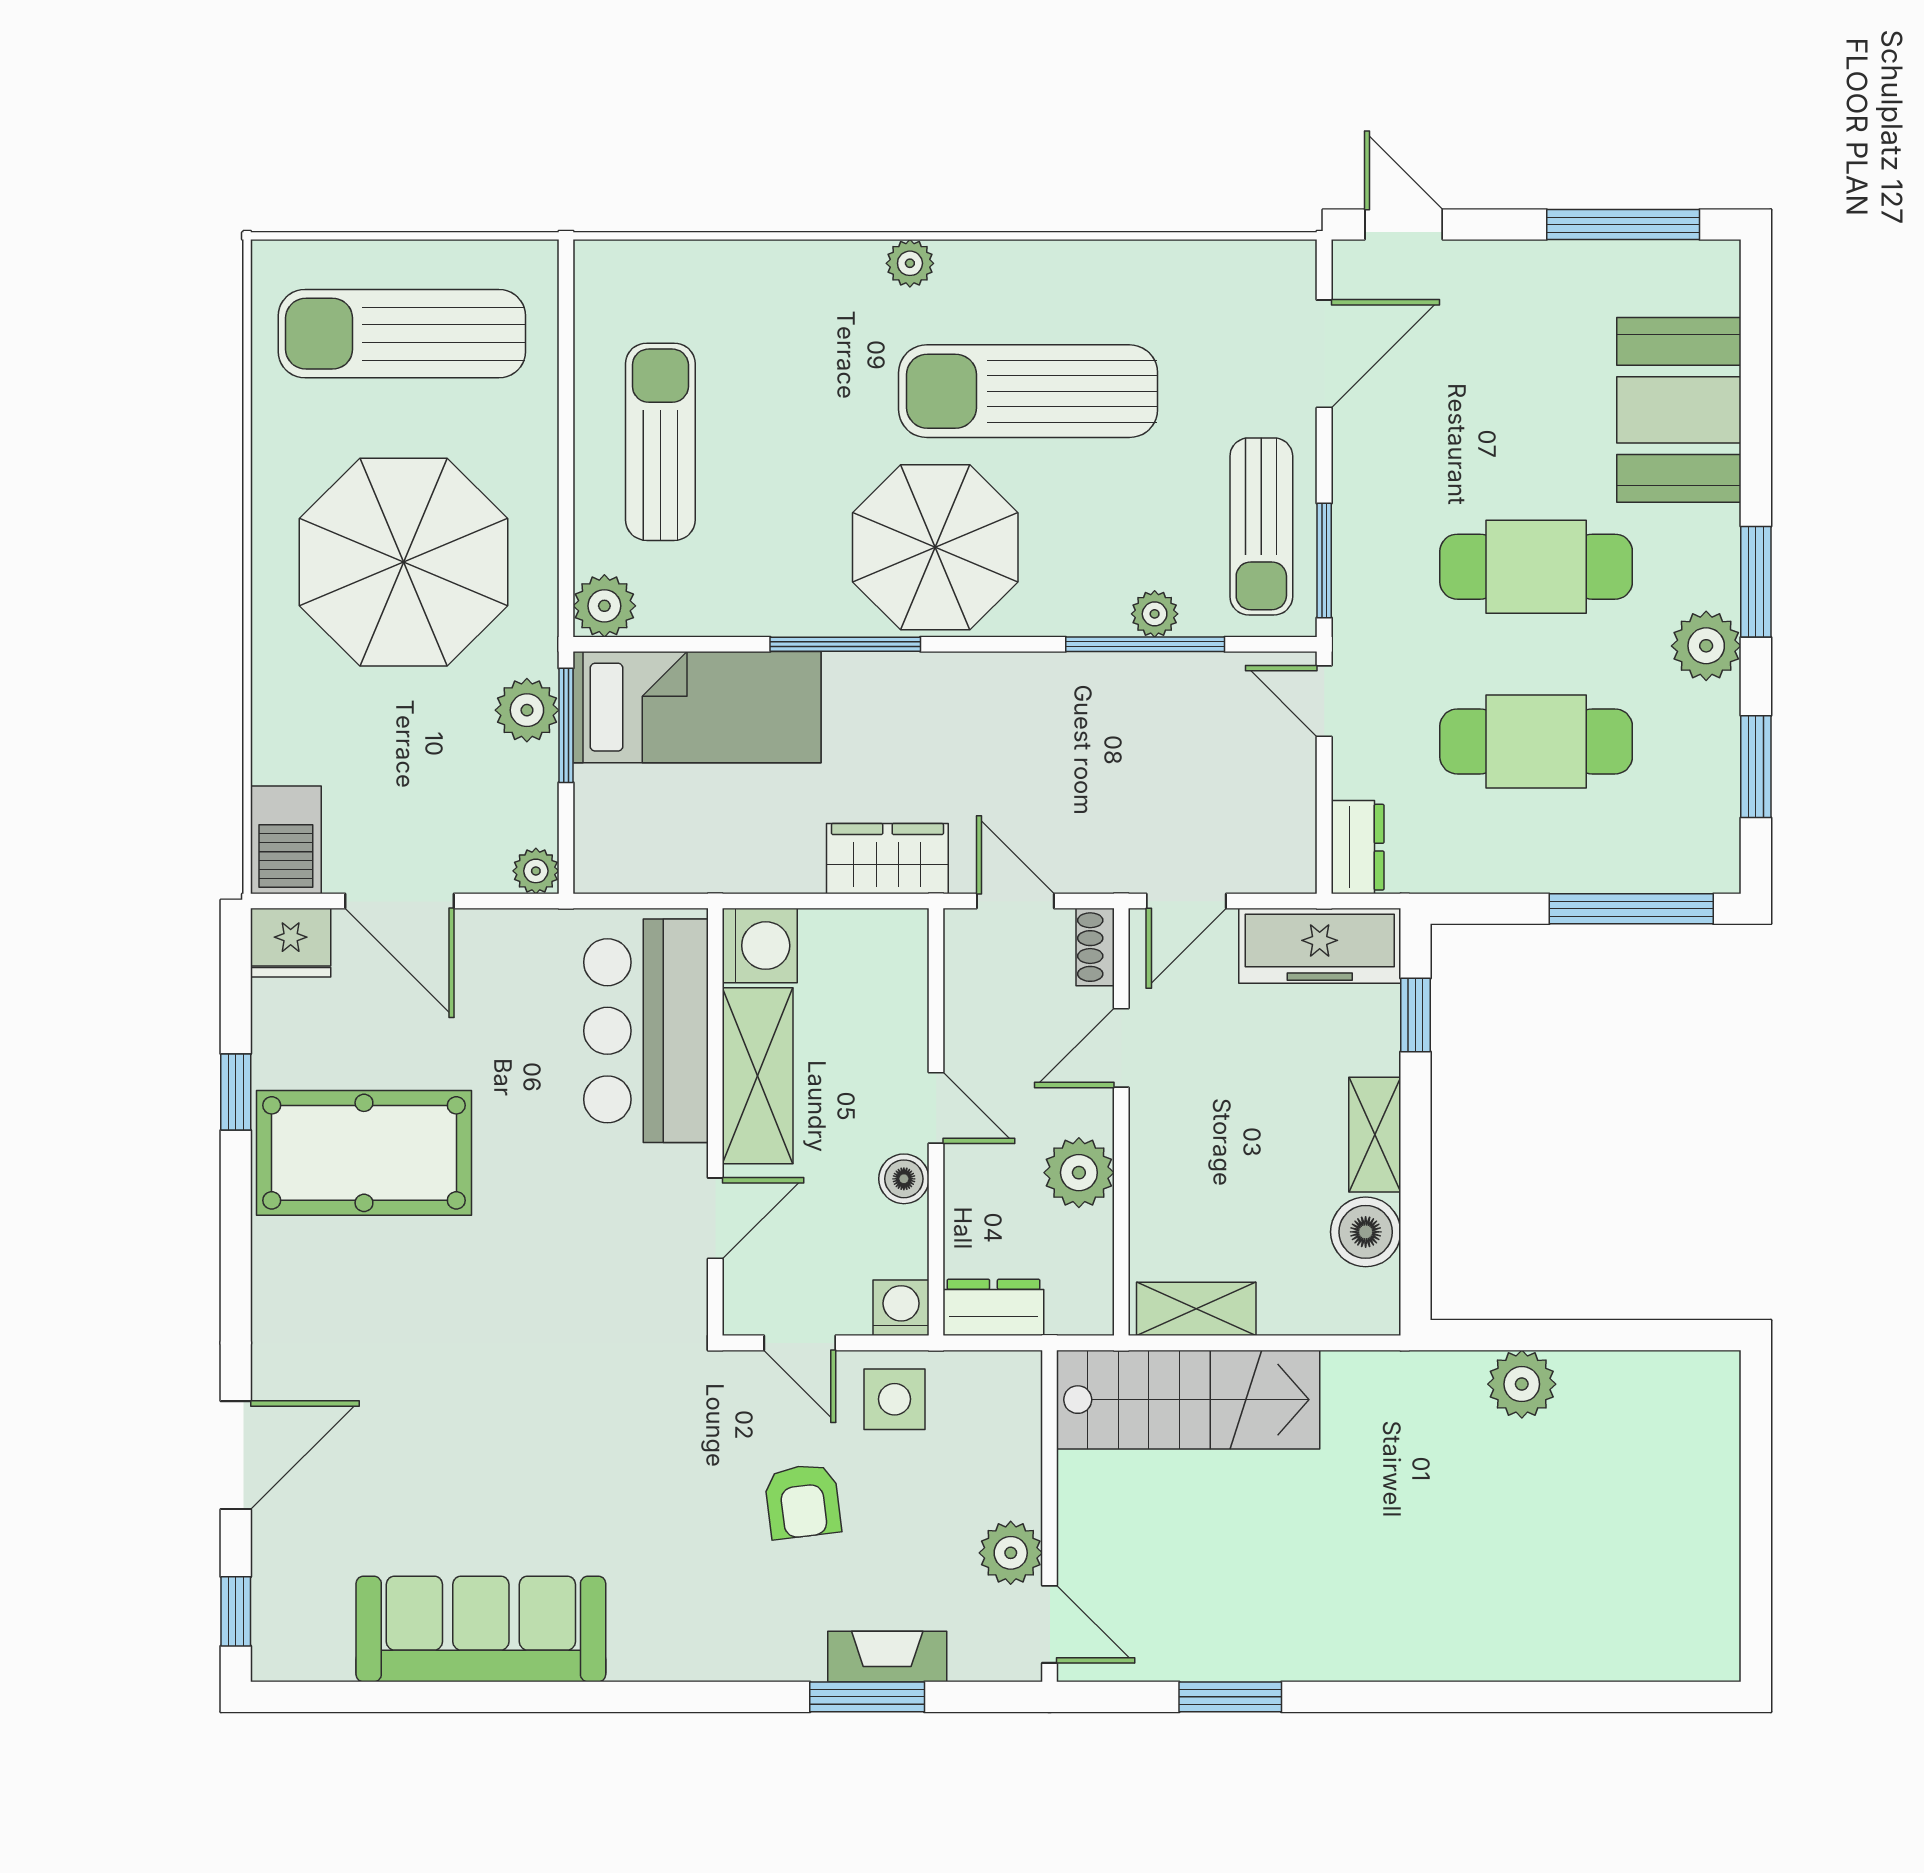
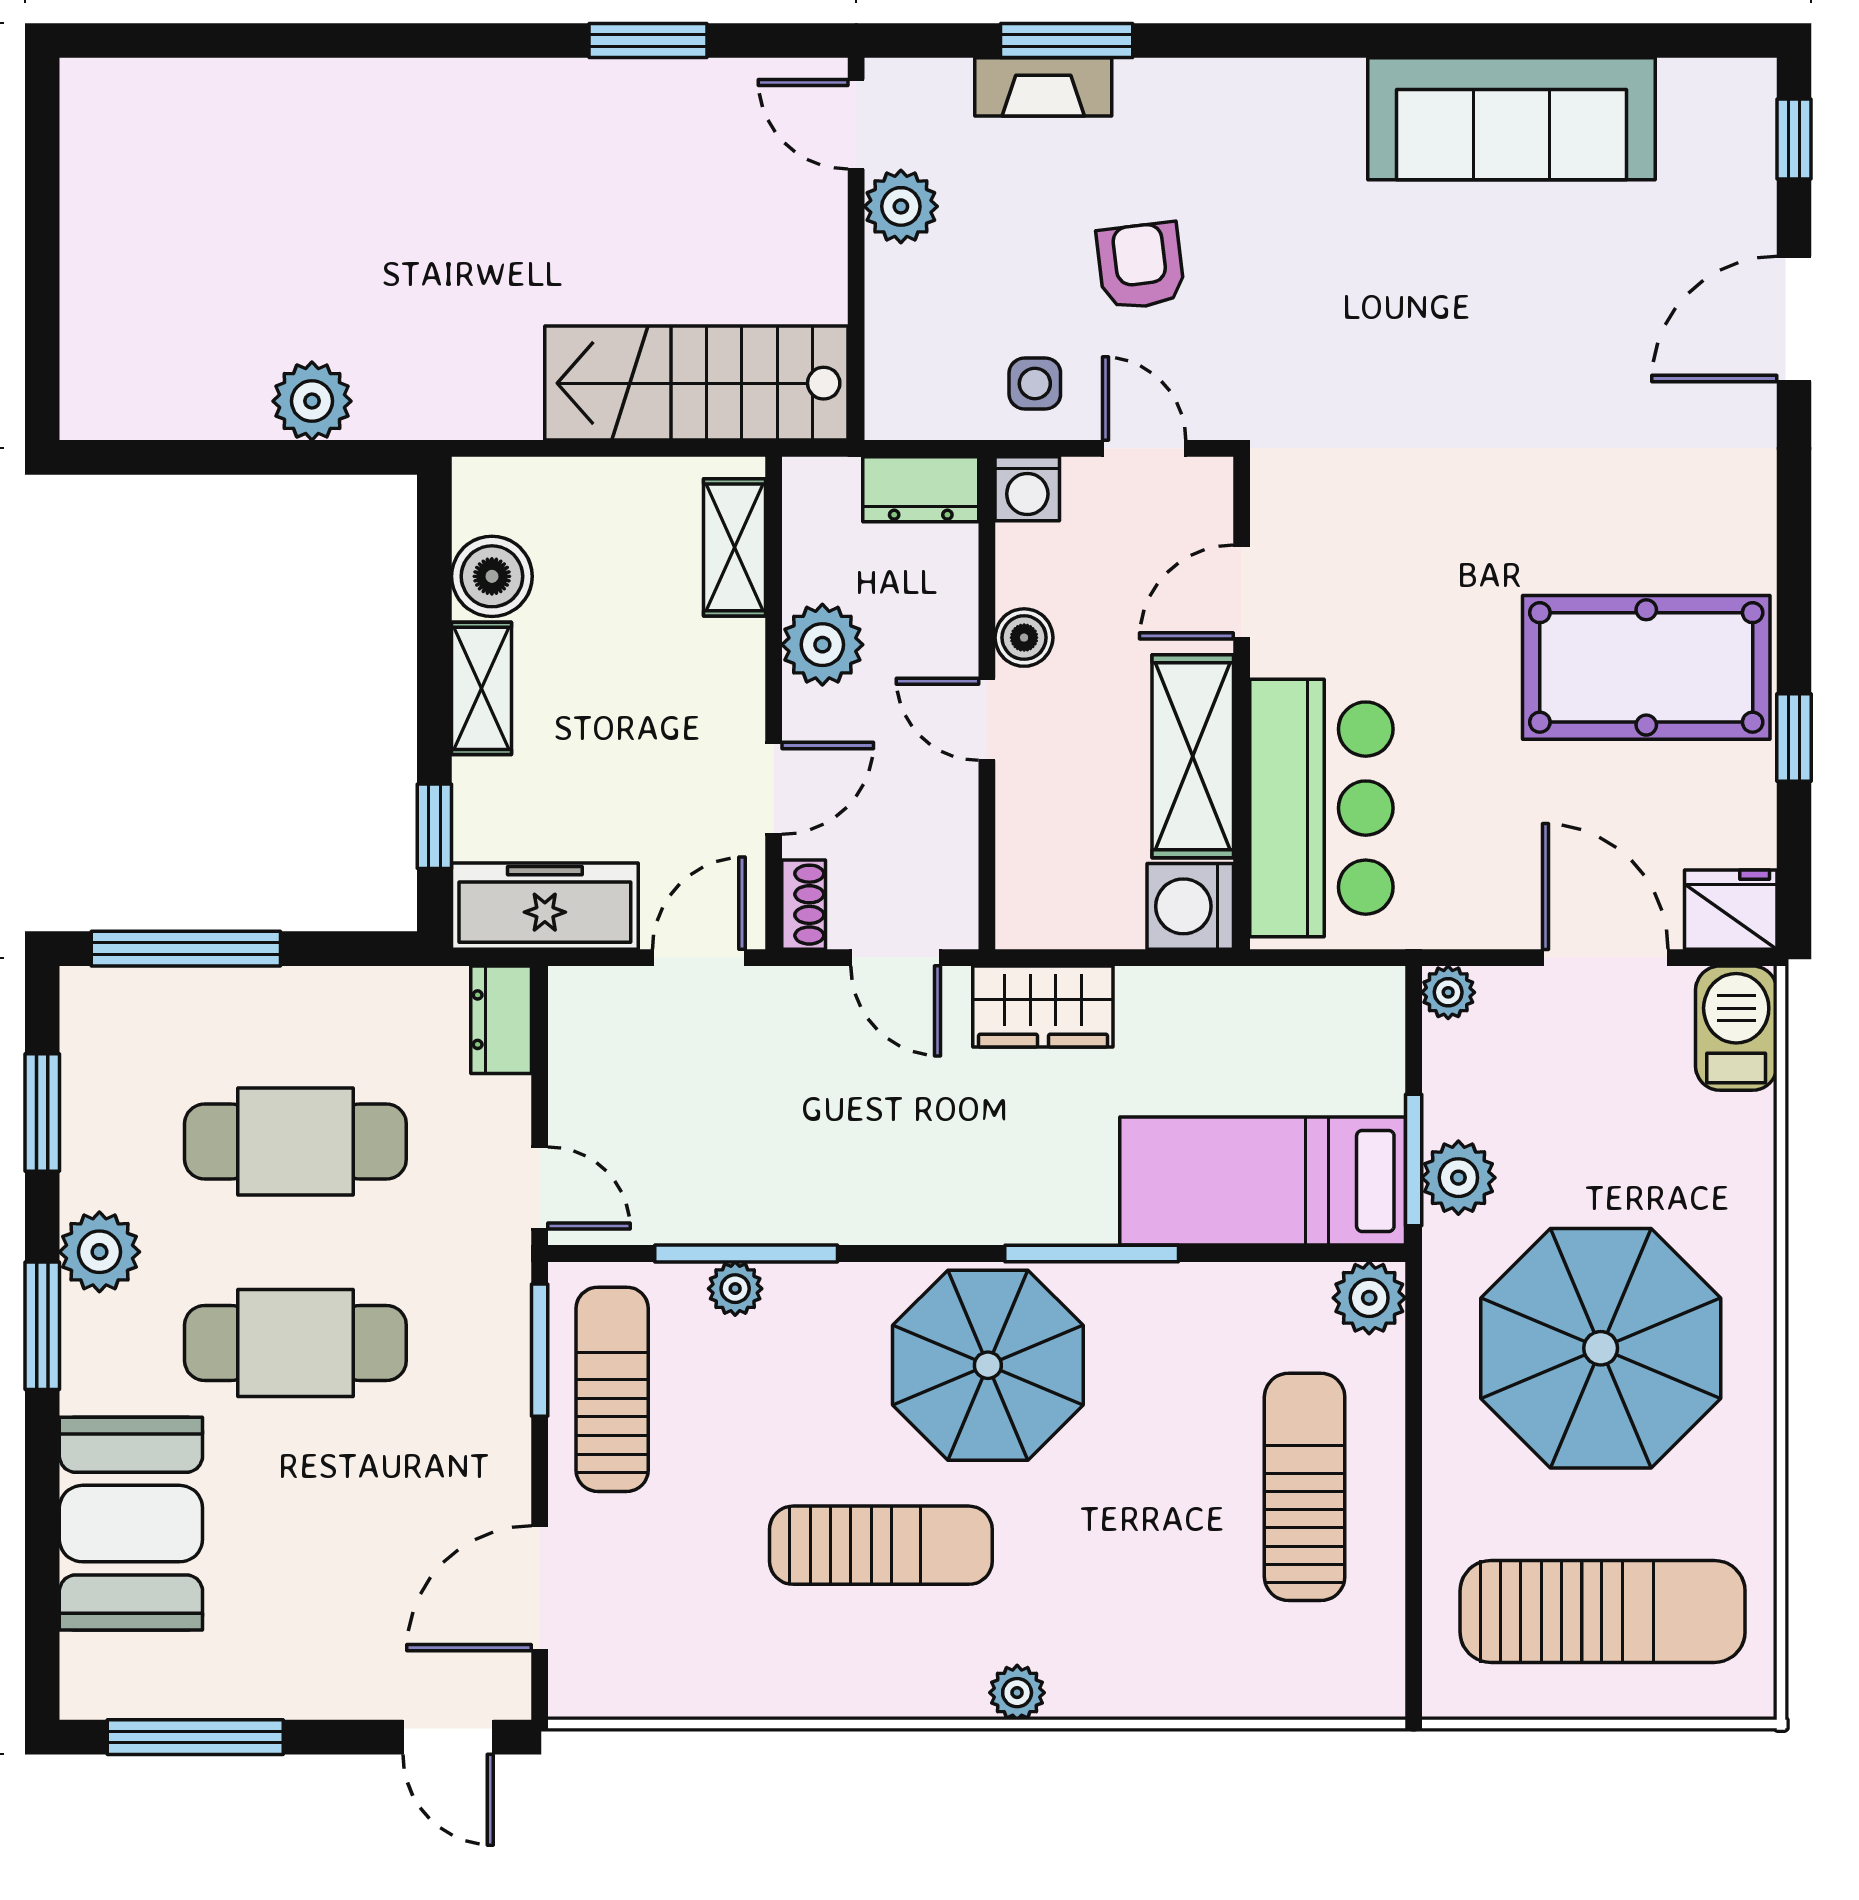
sun lounger: (1028, 391) -> (881, 1545), width x0.73, depth x0.75
sun lounger: (660, 442) -> (1305, 1487), turned 180
shelving: (1196, 1309) -> (734, 547), moved, turned 90
side table: (895, 1399) -> (1035, 384), width x0.73, depth x0.73

